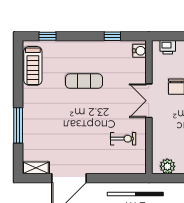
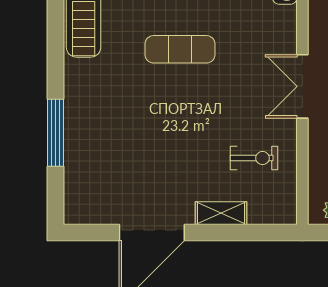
shelving: (36, 168) -> (221, 213), moved

